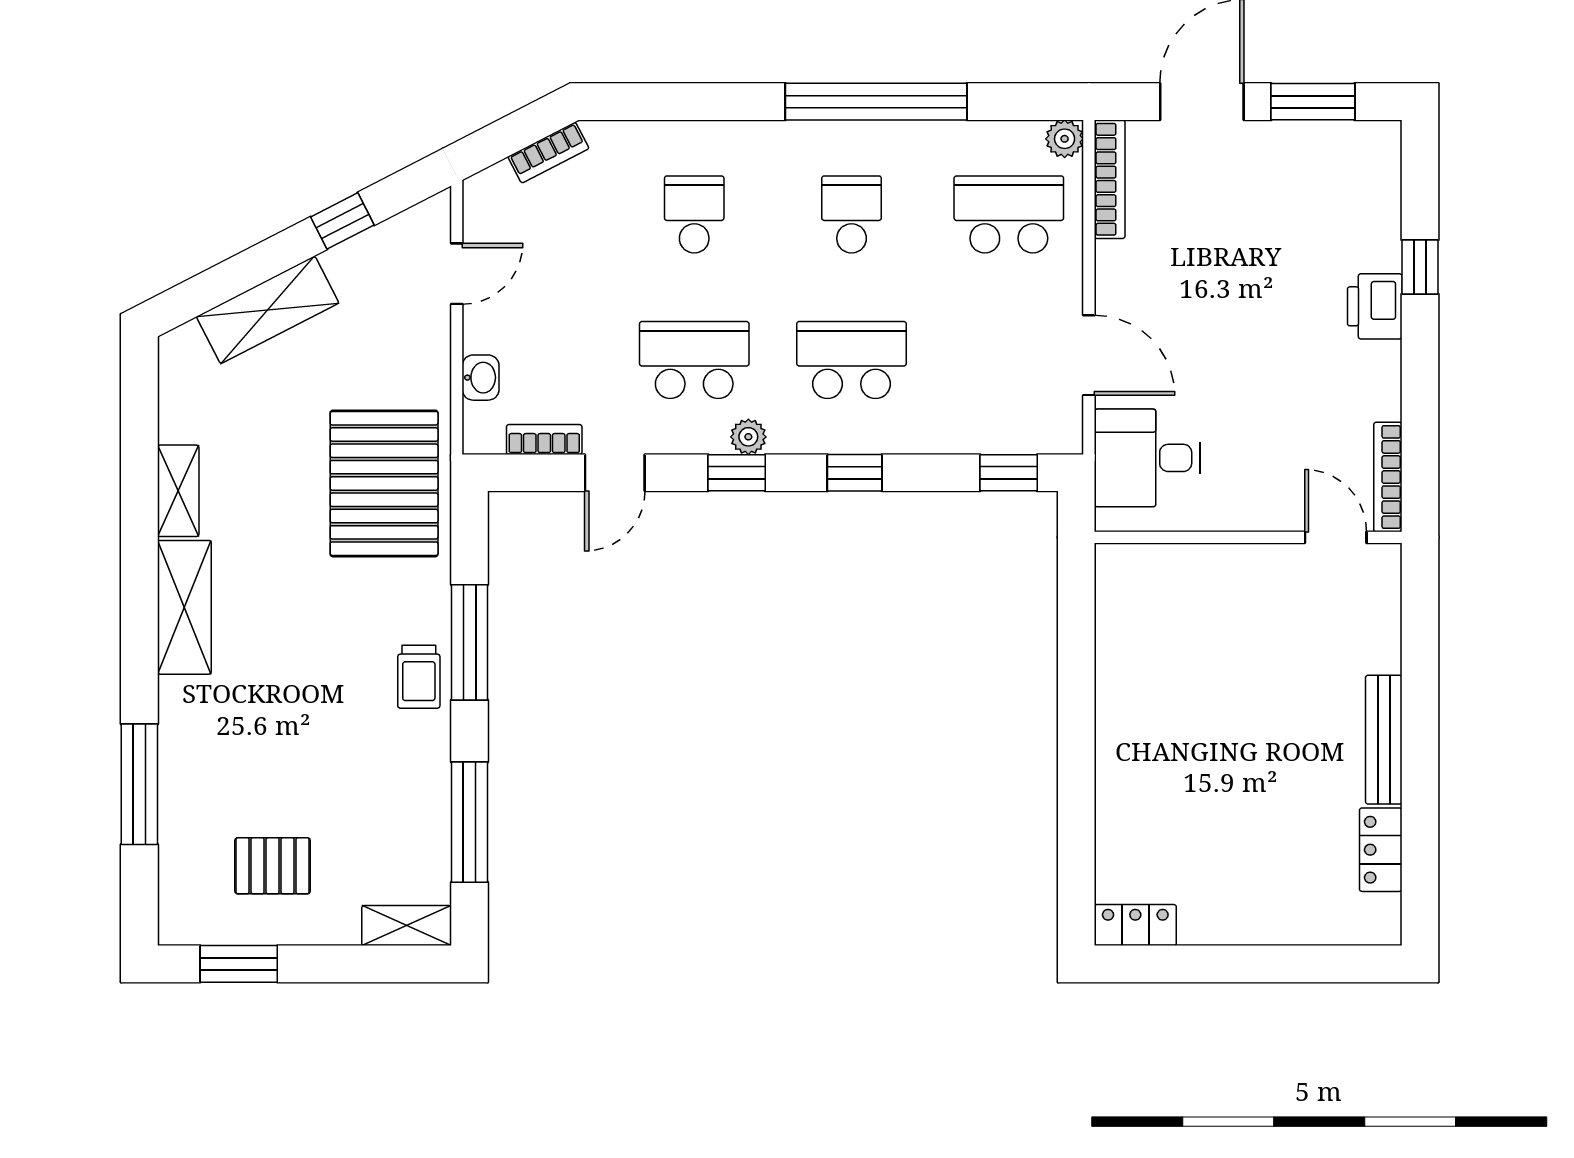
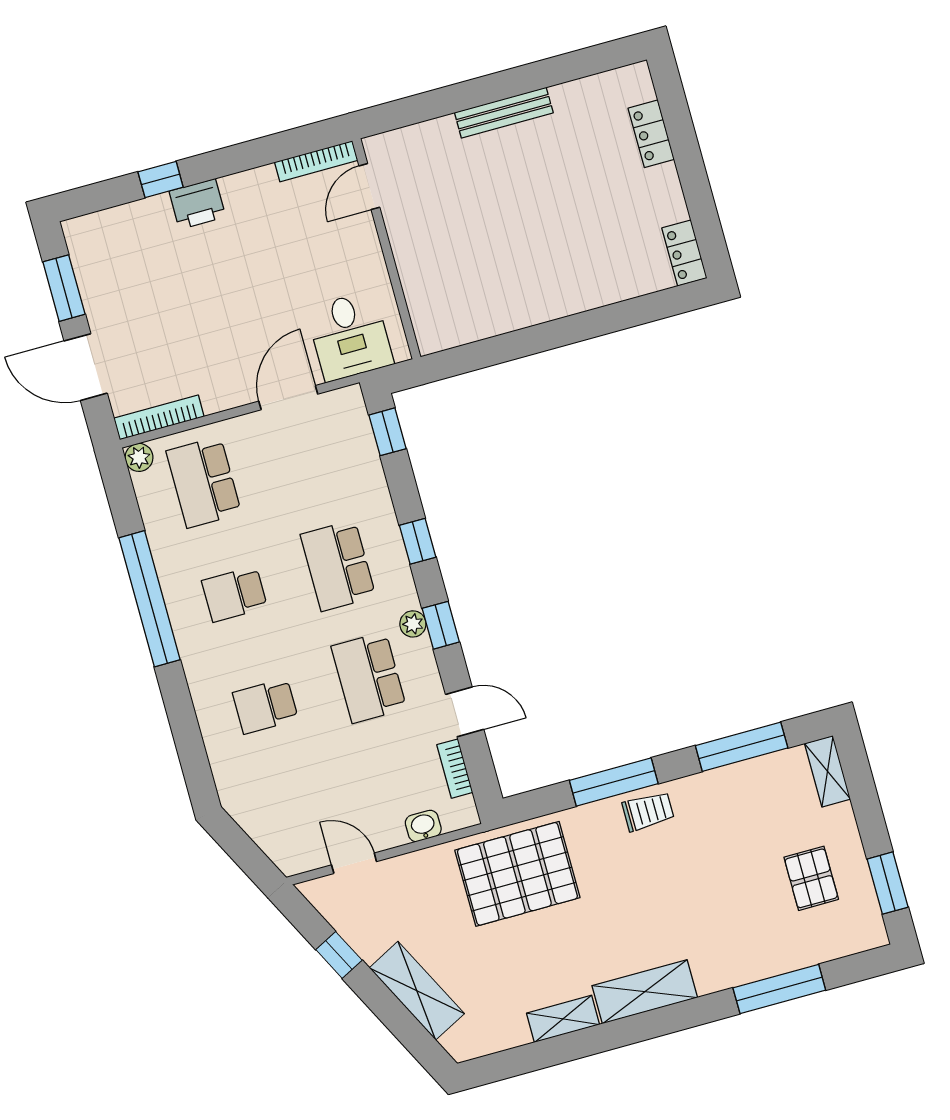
bookcase: (548, 153) -> (250, 822), removed
locker: (1381, 850) -> (651, 134), moved, turned 90

